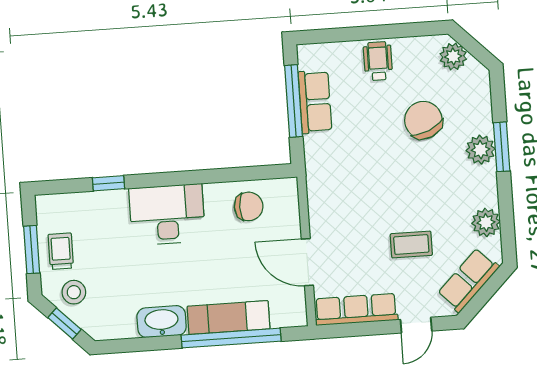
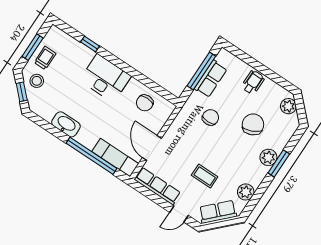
chair: (356, 156) -> (211, 117), added
chair: (249, 206) -> (145, 103), turned 90
exam couch: (228, 317) -> (115, 158), moved

